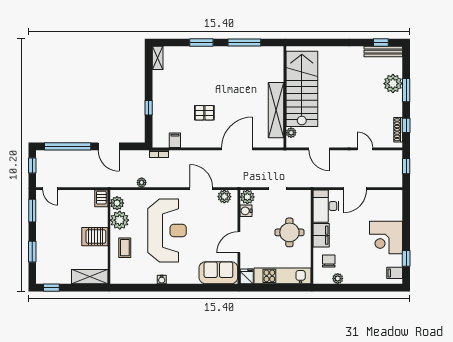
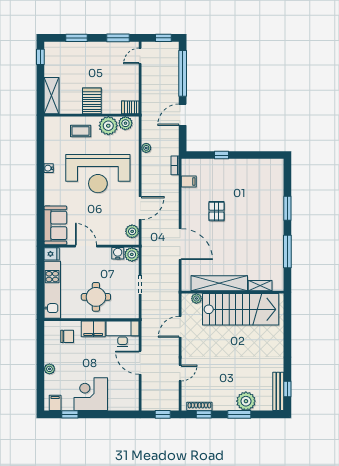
shelving: (158, 58) -> (260, 286), moved
plant: (338, 279) -> (49, 369), moved

